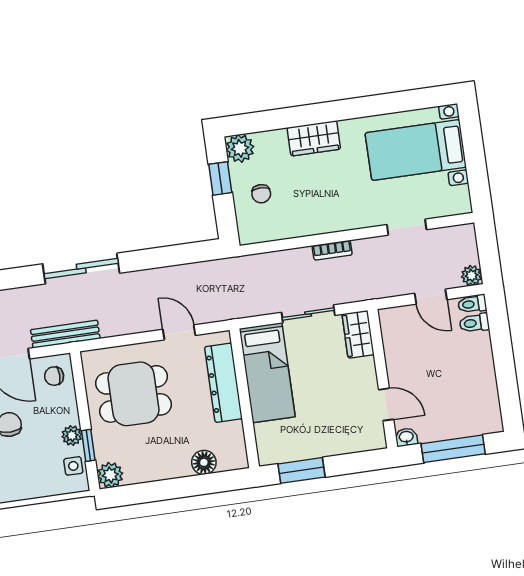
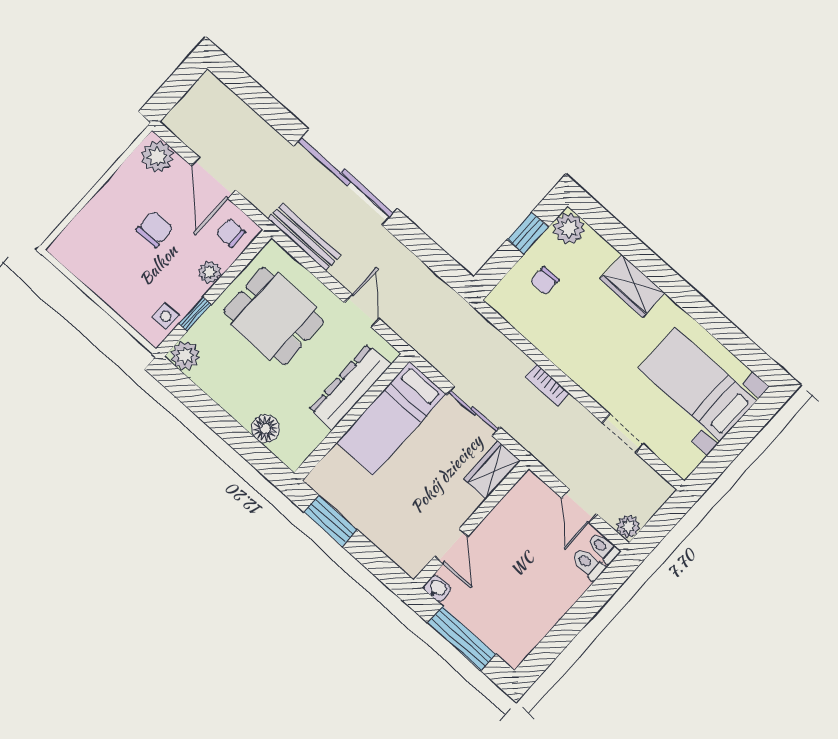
sliding door: (81, 269) -> (346, 177), width x1.36
bench: (65, 334) -> (304, 237), moved
plant: (72, 435) -> (210, 272), moved

